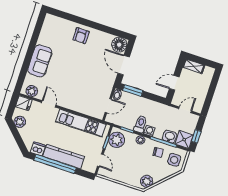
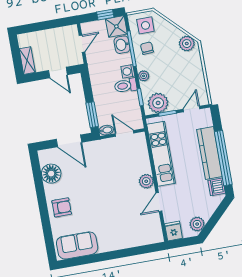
floor lamp: (119, 45) -> (51, 174), moved
sofa: (40, 61) -> (77, 245), moved
door: (124, 65) -> (69, 141), hinge flipped
plant: (32, 91) -> (146, 181), moved
door: (185, 110) -> (82, 44), swing flipped

